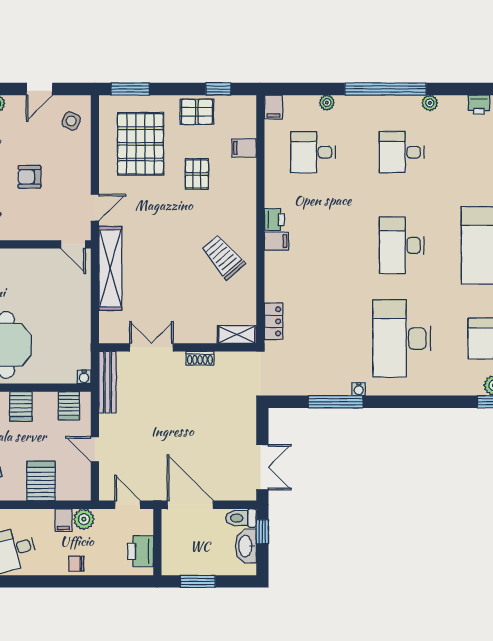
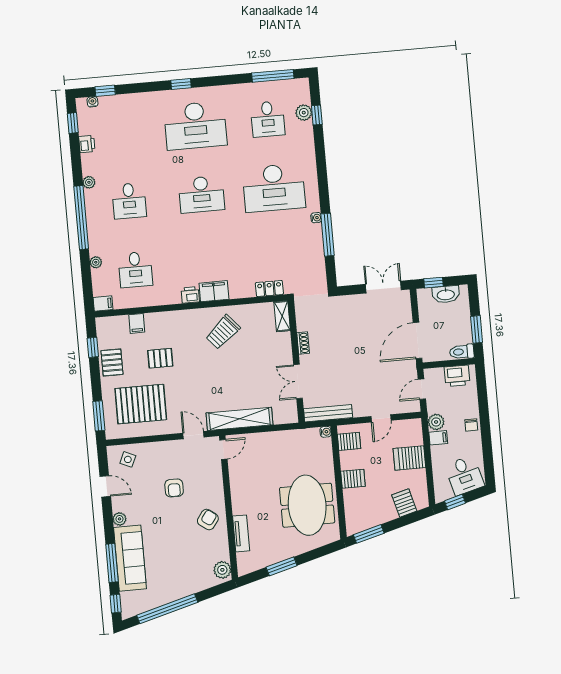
filing cabinet: (276, 241) -> (214, 291), width x2.00
toilet: (241, 518) -> (462, 352), moved, turned 90

